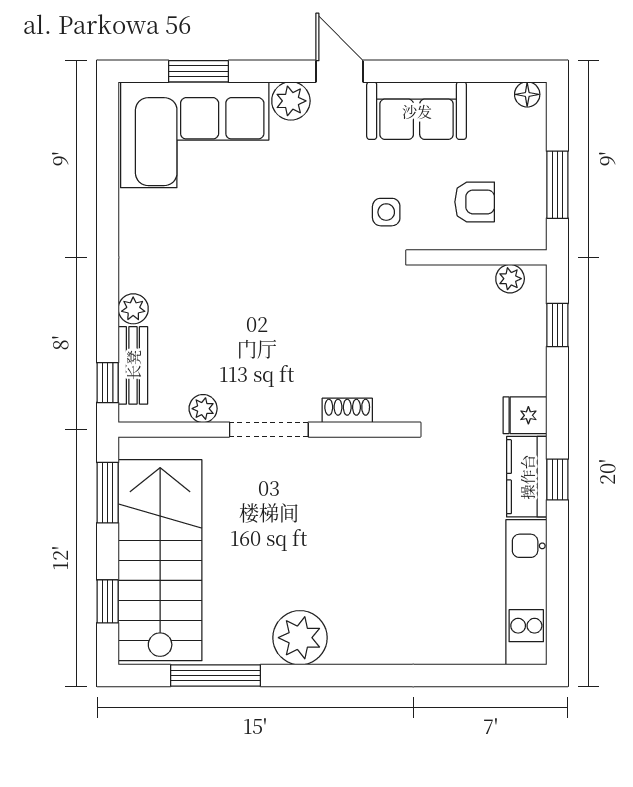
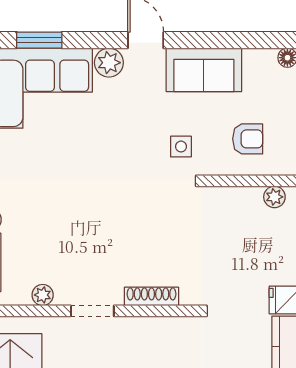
shoe rack: (347, 410) -> (152, 296), width x1.43
doorway: (269, 430) -> (92, 311), width x0.73

